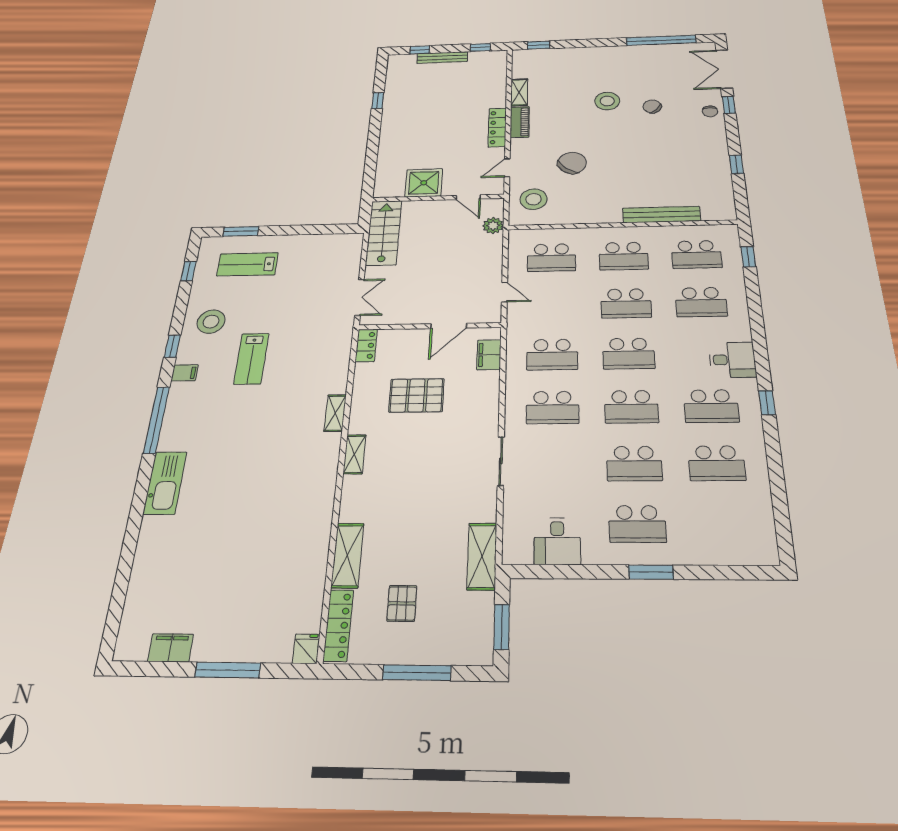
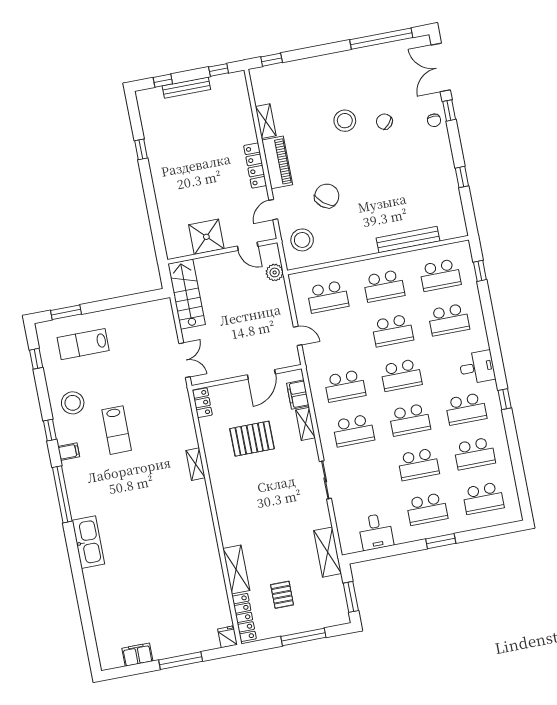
piano: (520, 122) -> (277, 162), width x1.37, depth x1.33
shelving: (354, 454) -> (305, 424), moved
school desk: (722, 524) -> (483, 498), added

